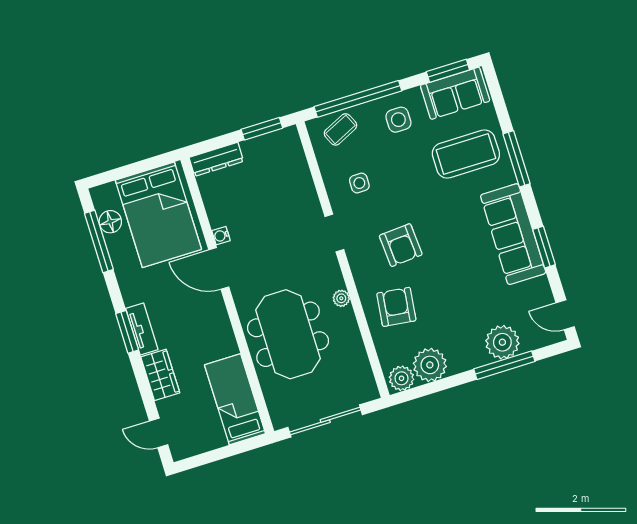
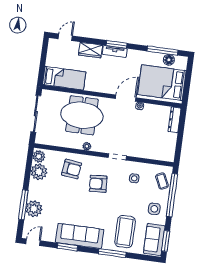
window: (262, 129) -> (179, 146), removed

